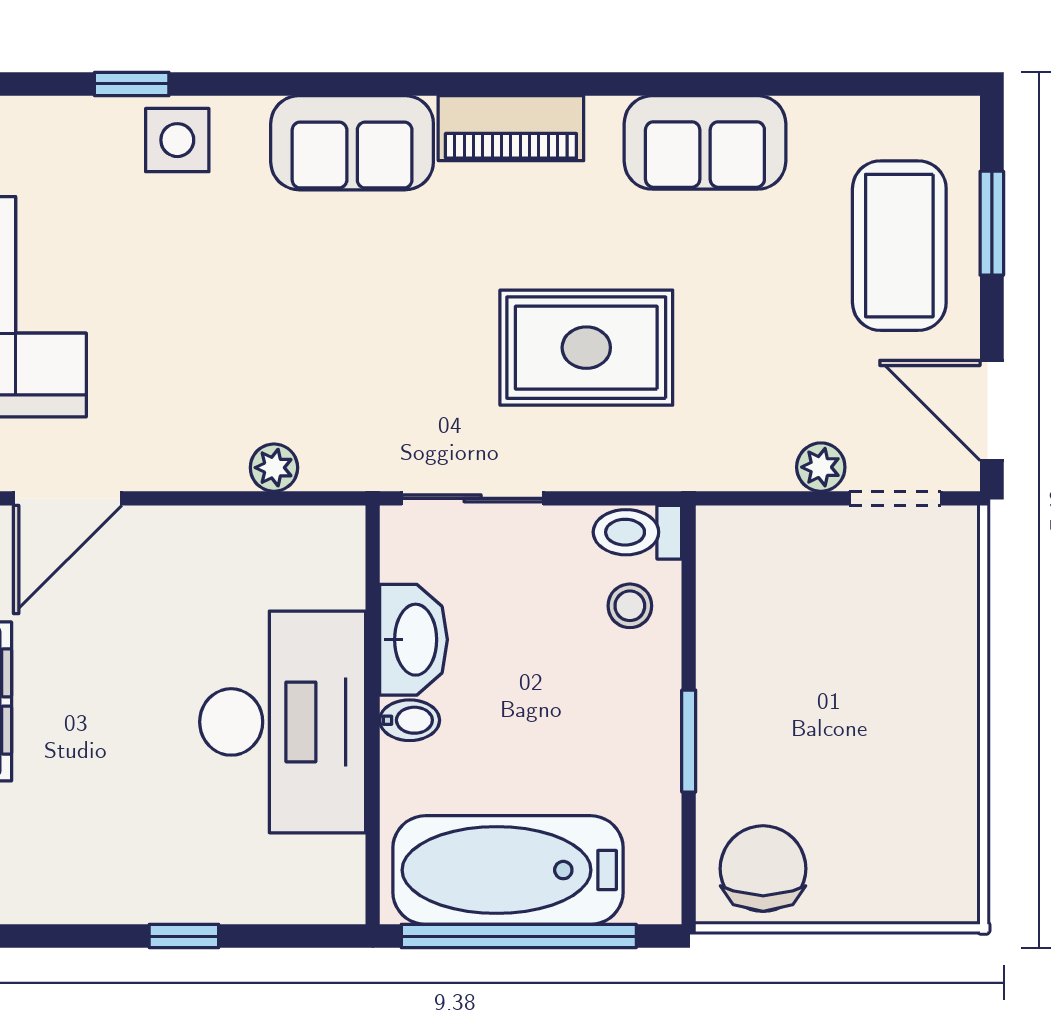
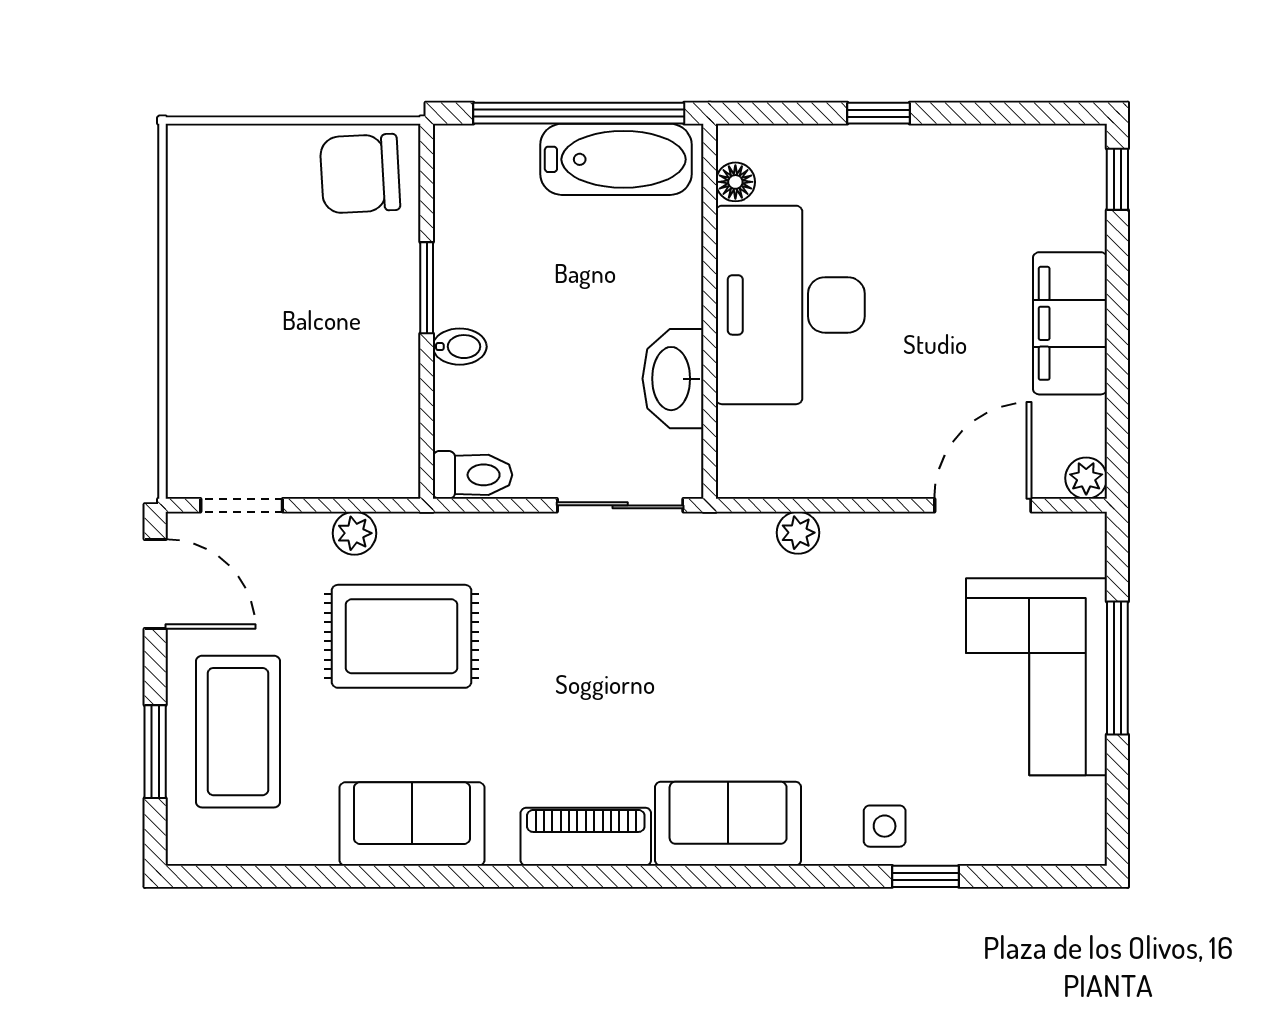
side table: (177, 140) -> (885, 826), width x0.73, depth x0.73
rug: (586, 348) -> (401, 636), moved
plant: (821, 467) -> (354, 533), moved
stool: (630, 606) -> (479, 409), removed
bidet: (410, 720) -> (460, 347), moved, turned 180
floor lamp: (344, 859) -> (735, 182), added
chair: (763, 869) -> (360, 174), turned 87
bathtub: (508, 870) -> (616, 159), width x0.73, depth x0.73

